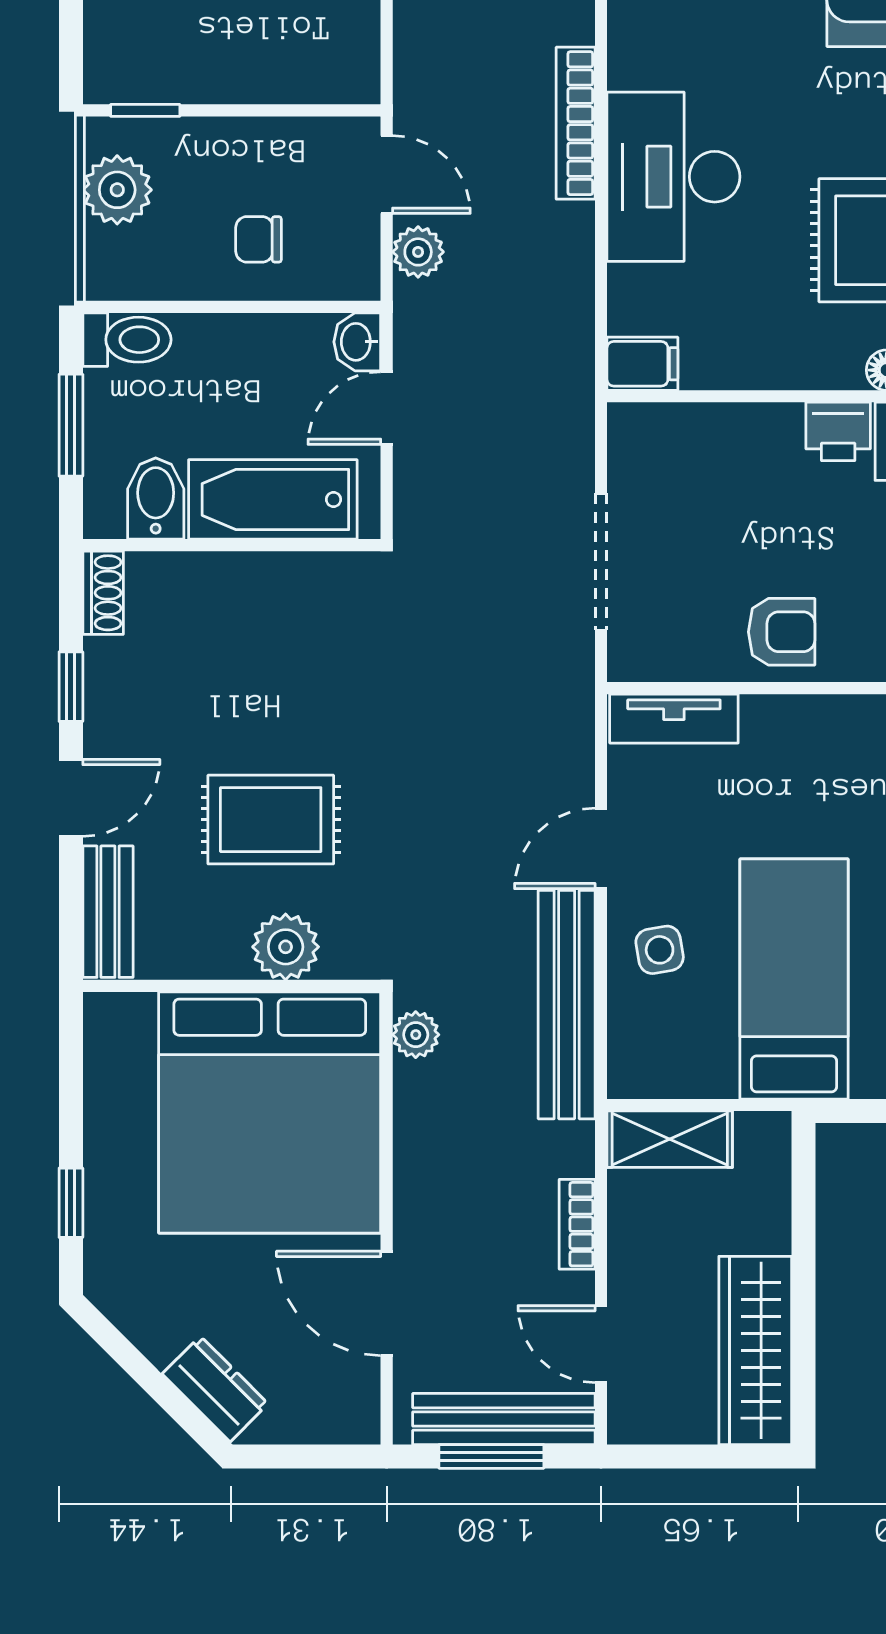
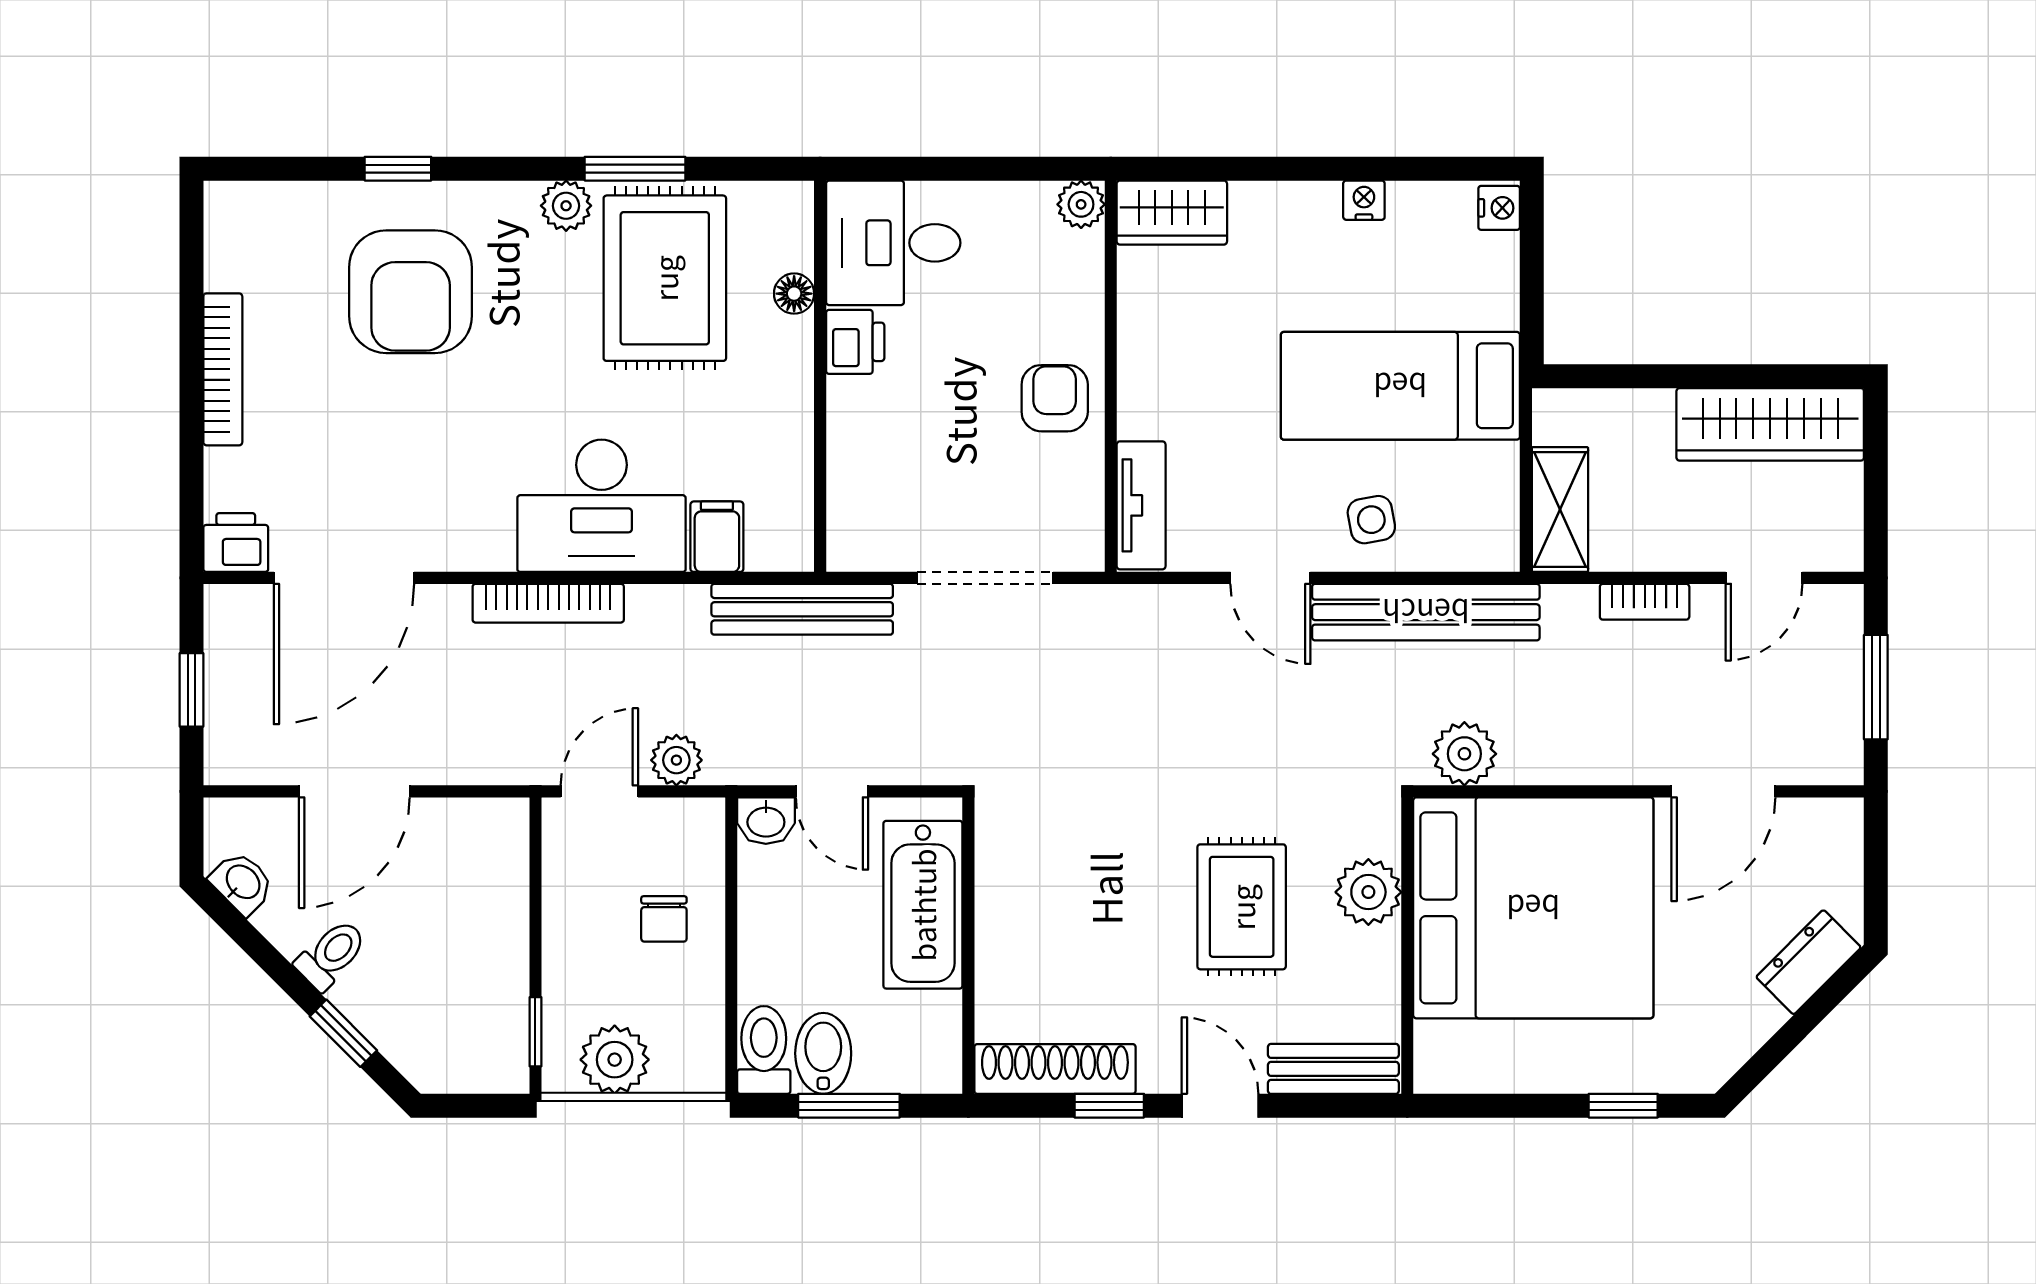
filing cabinet: (642, 364) -> (717, 537), moved
bidet: (156, 499) -> (823, 1053), moved, turned 90
shoe rack: (103, 593) -> (1055, 1069), width x1.94, depth x1.24
plant: (416, 1035) -> (1464, 754), width x1.38, depth x1.38
bench: (504, 1419) -> (802, 609), moved, turned 90

